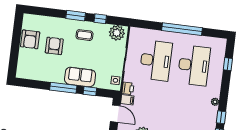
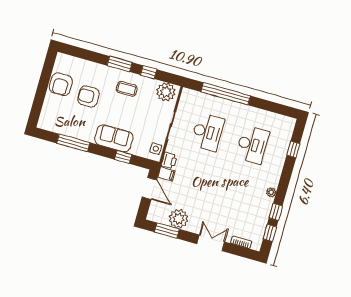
window: (182, 29) -> (226, 94), moved
armchair: (54, 46) -> (88, 96), turned -90
desk: (156, 61) -> (208, 132), width x0.73, depth x0.77
desk: (194, 65) -> (252, 145), width x0.73, depth x0.77
window: (63, 88) -> (73, 143), moved

